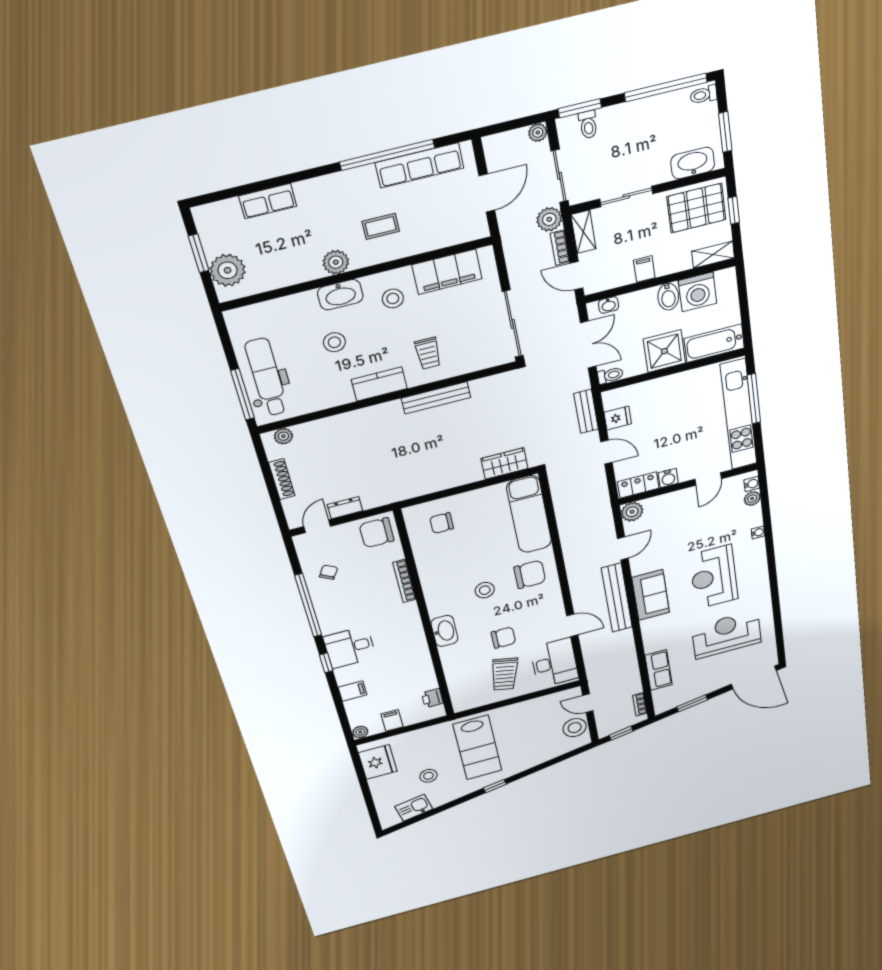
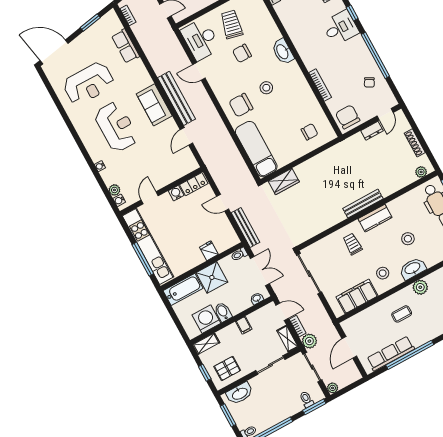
pallet: (696, 208) -> (227, 368), width x0.67, depth x0.71
double door: (588, 345) -> (260, 271), swing flipped
bench: (436, 398) -> (363, 204), moved
bench: (586, 411) -> (245, 228), width x1.36
fridge: (618, 418) -> (209, 251), moved, turned 90
plant: (632, 512) -> (190, 164), removed
chair: (377, 533) -> (348, 117), turned -90

